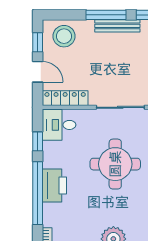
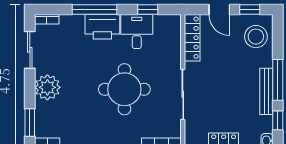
door: (38, 72) -> (219, 10), hinge flipped
desk: (59, 125) -> (137, 32), moved
window: (38, 193) -> (94, 10), width x0.68

